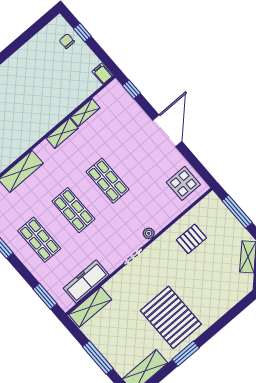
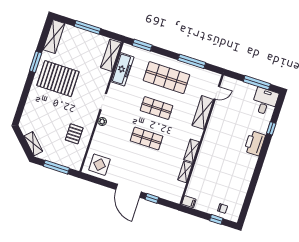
window: (132, 89) -> (152, 198), moved
shop shelf: (39, 240) -> (166, 78), width x1.43, depth x1.36

